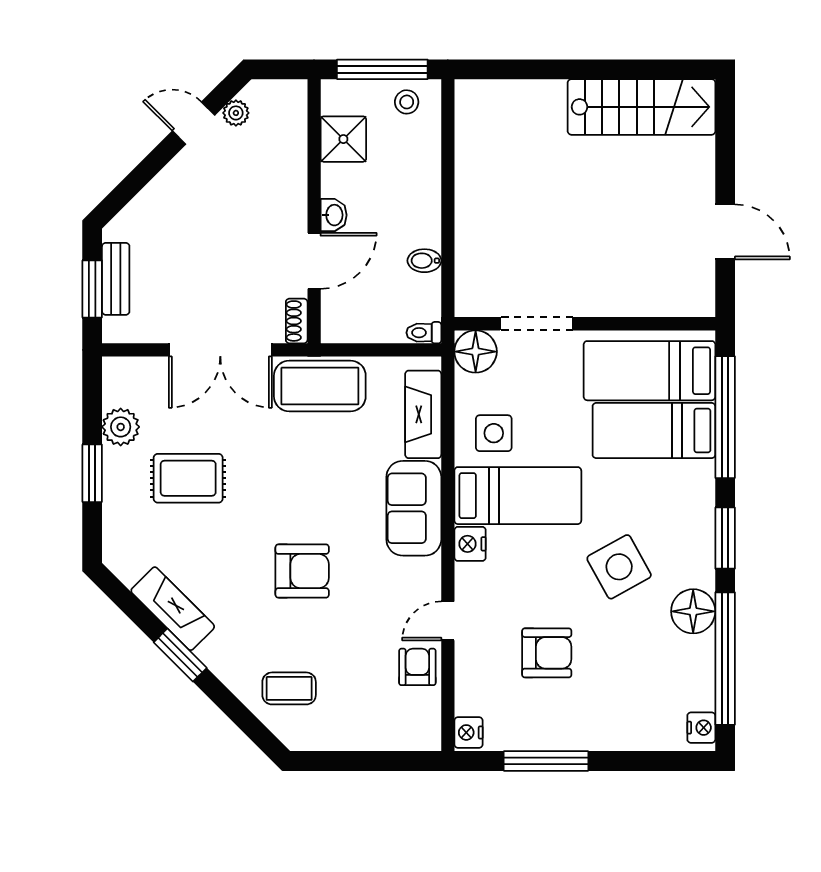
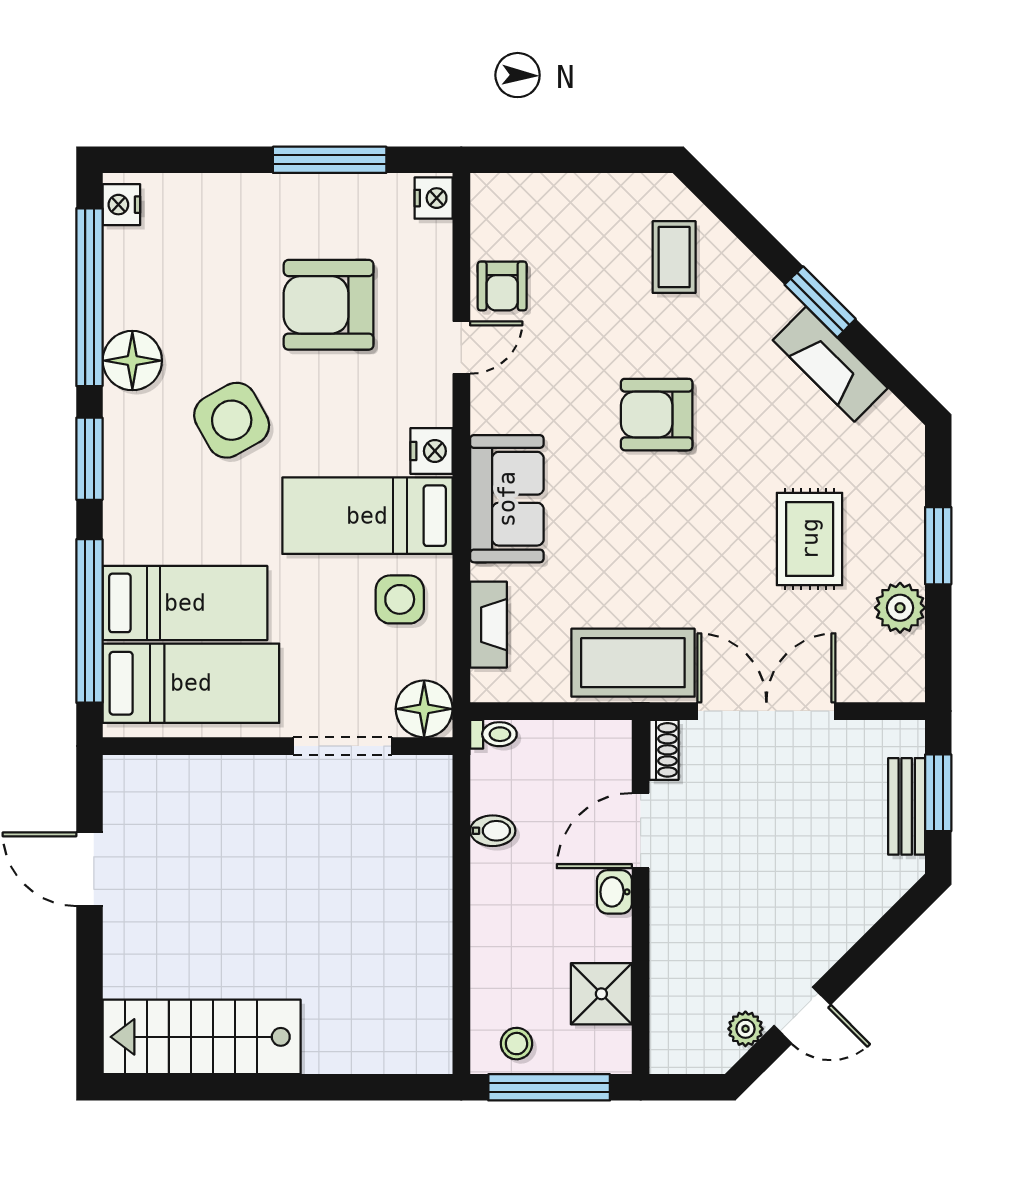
fireplace: (423, 414) -> (488, 625), width x0.73, depth x0.76
rug: (188, 478) -> (810, 539), turned 90
armchair: (547, 653) -> (329, 305), width x1.36, depth x1.36
coffee table: (289, 688) -> (674, 257), turned 90

